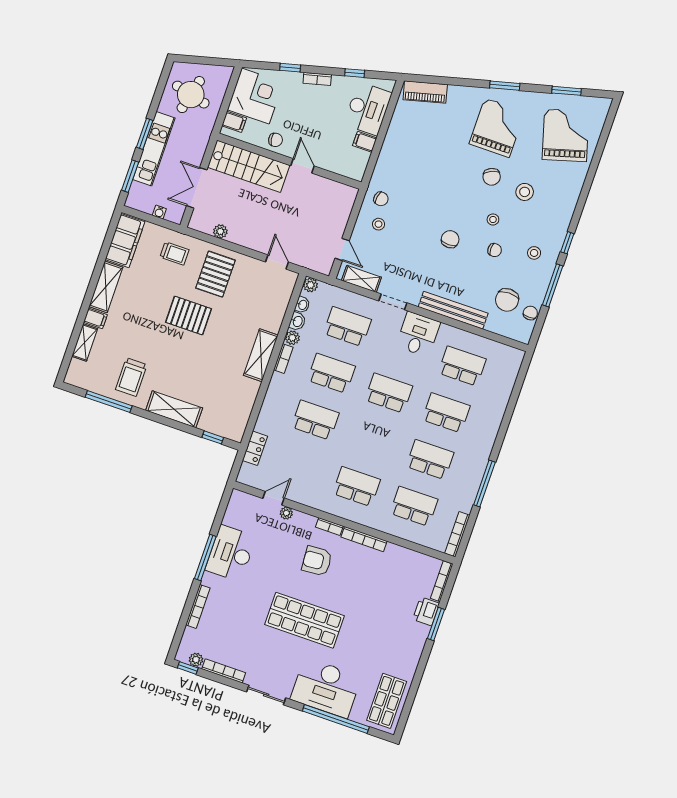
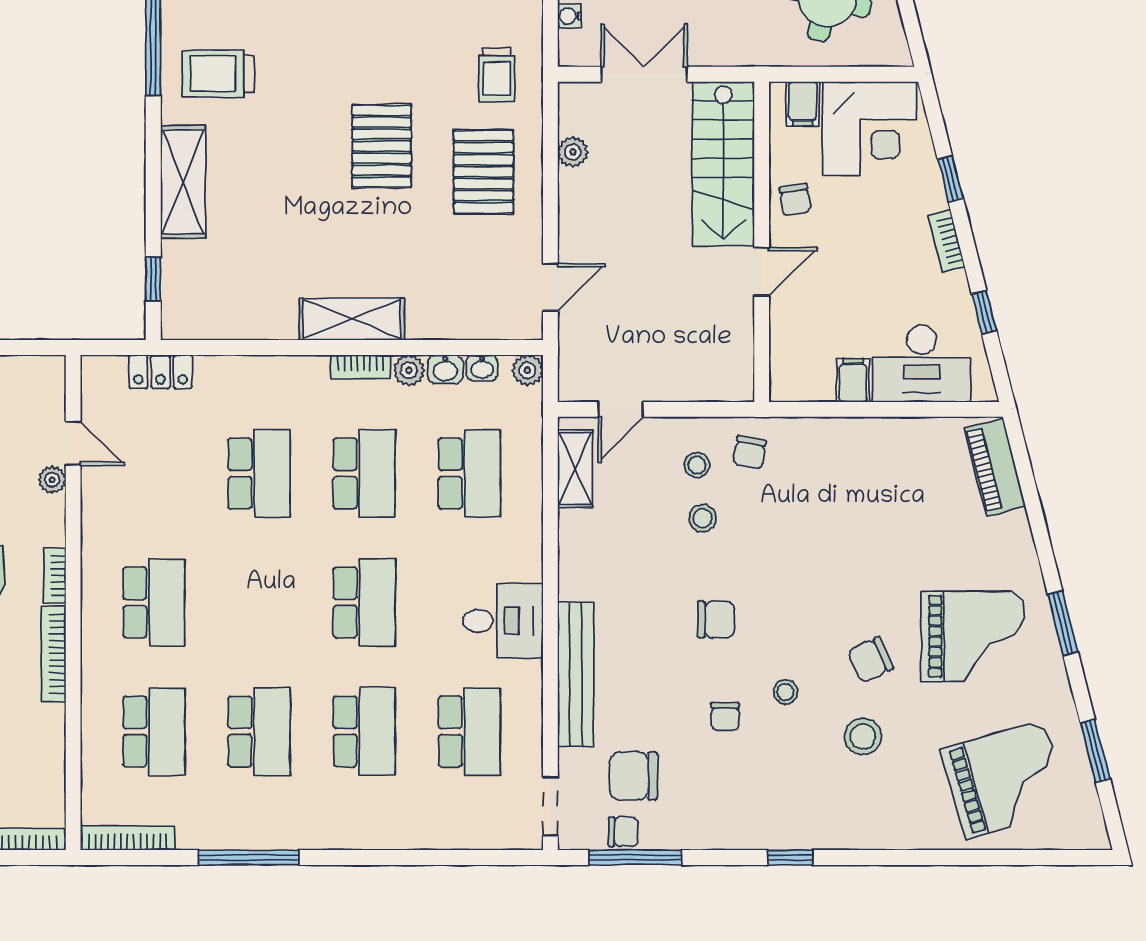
stool: (534, 253) -> (703, 518), moved
pallet: (216, 274) -> (484, 172), turned 90
window: (553, 285) -> (635, 857), moved
doorway: (393, 302) -> (550, 806), moved

